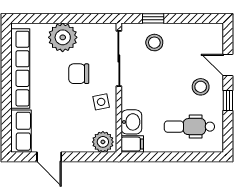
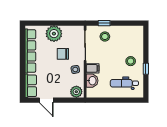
door: (228, 65) -> (146, 49), removed
filing cabinet: (132, 144) -> (93, 68), moved

